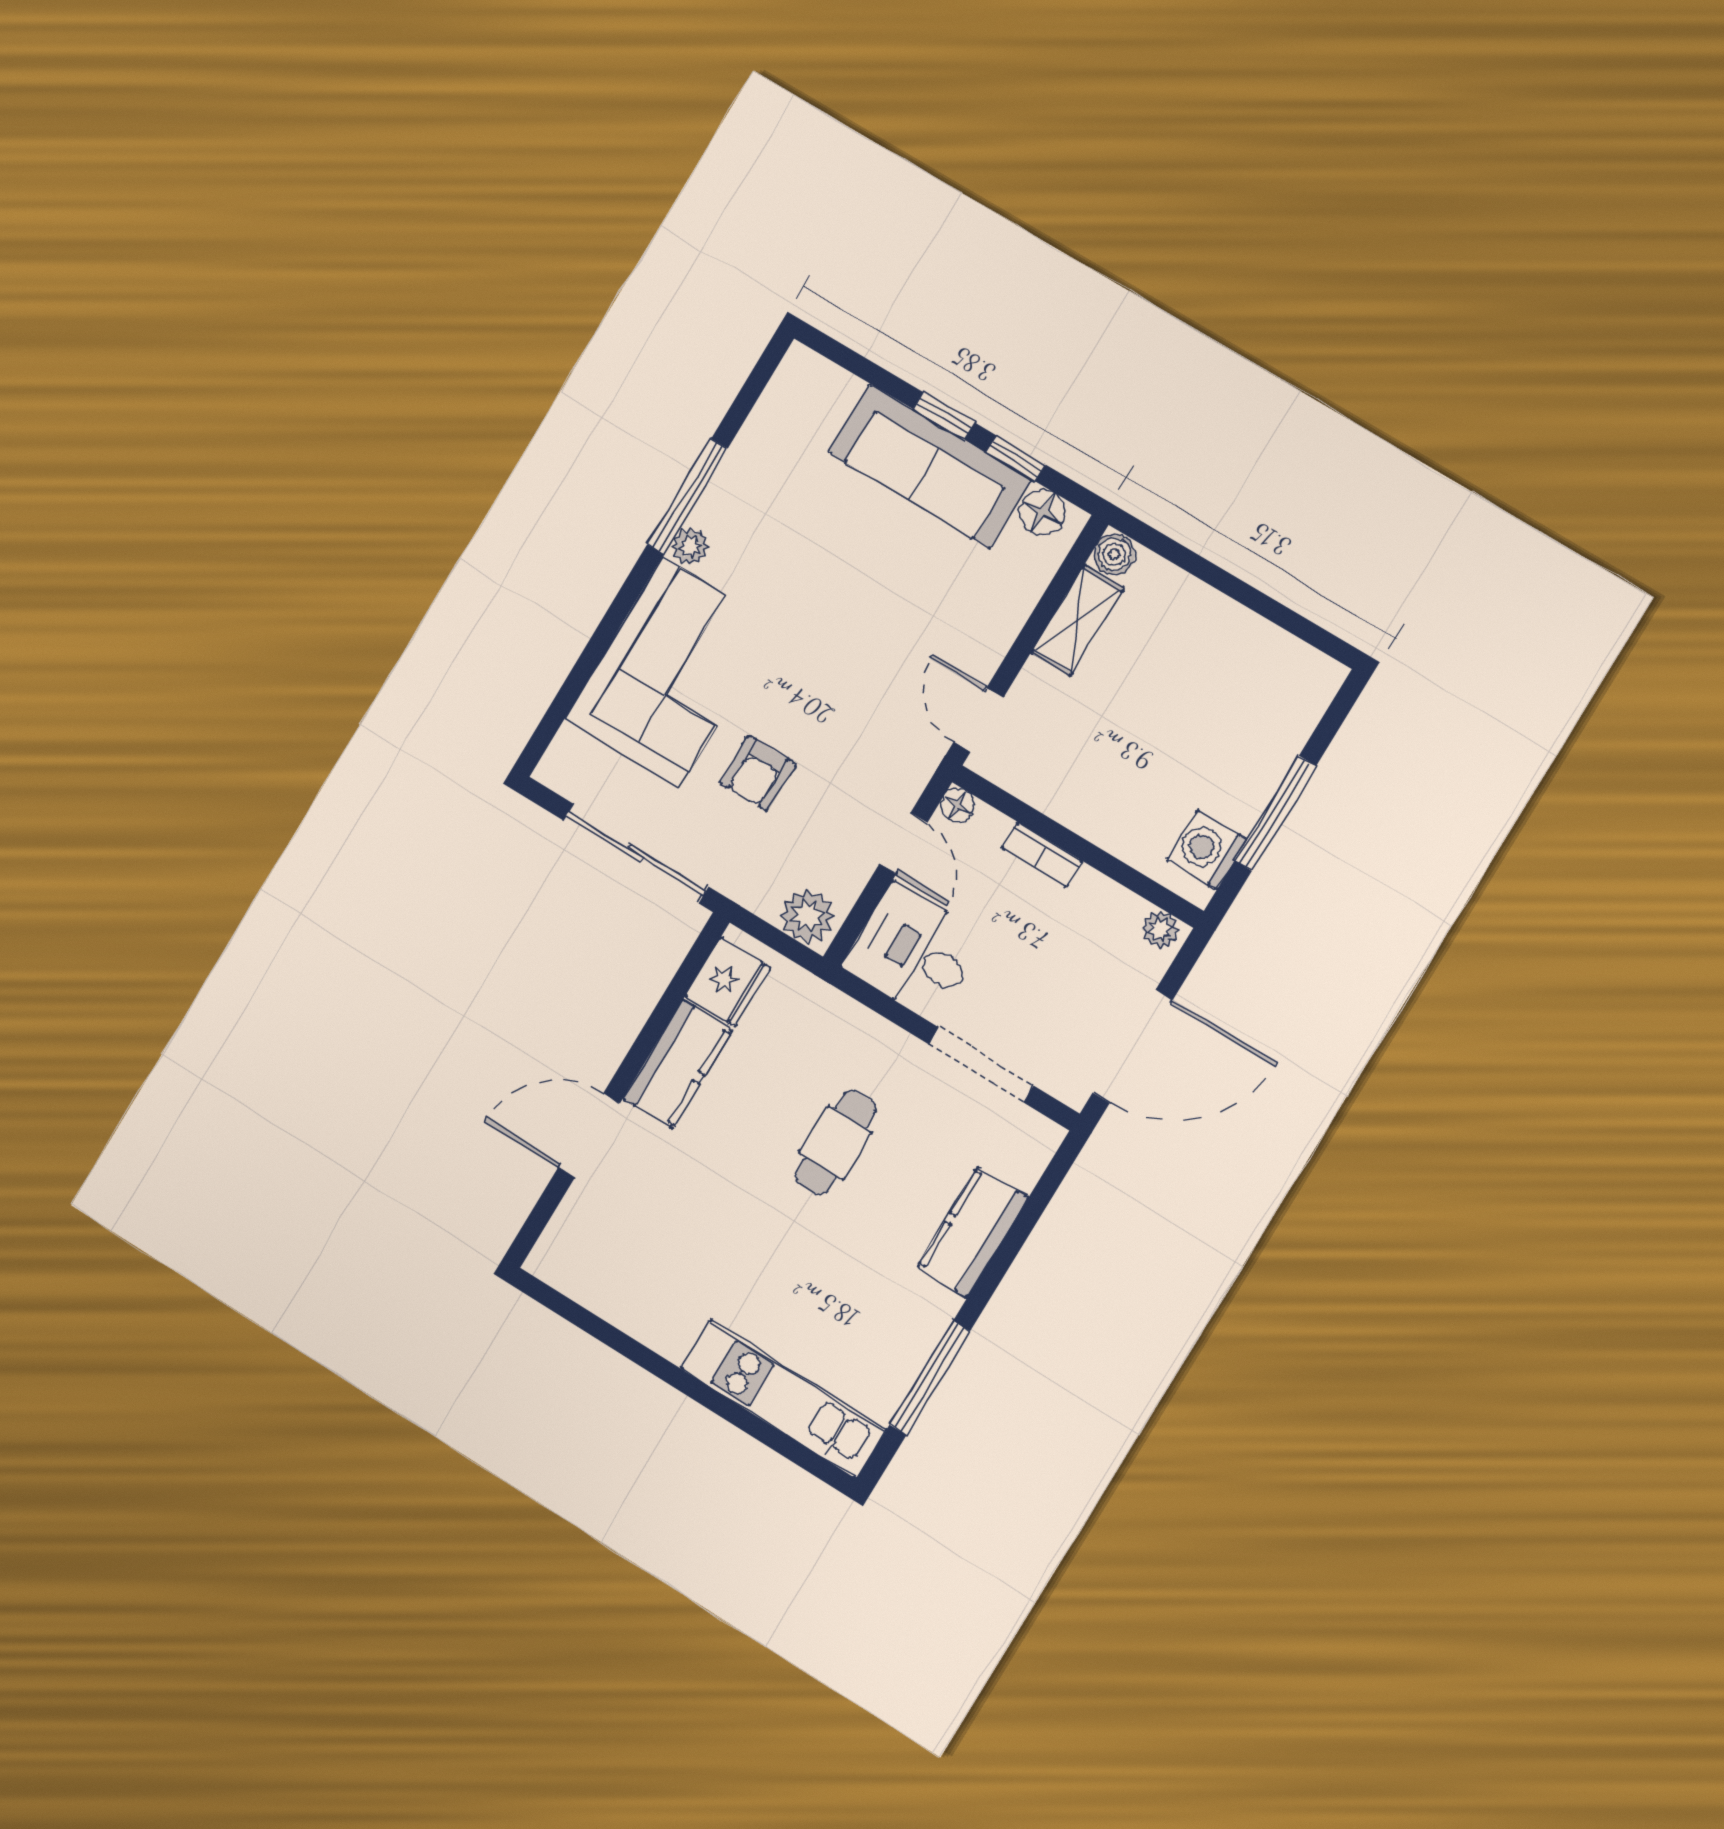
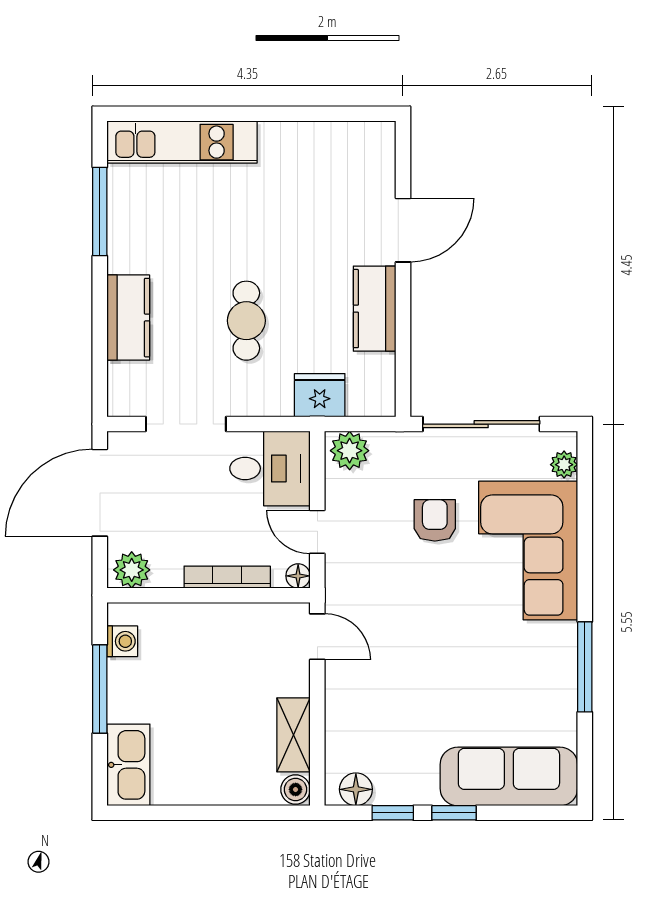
sofa: (930, 466) -> (509, 776), moved
plant: (690, 547) -> (564, 465), moved
kitchen sink: (1296, 702) -> (128, 765), added
washing machine: (1207, 850) -> (122, 641), width x0.73, depth x0.73
bookcase: (1042, 854) -> (227, 577), width x1.56
plant: (1160, 929) -> (132, 570), width x1.38, depth x1.38
fridge: (728, 982) -> (320, 395), moved, turned 90

